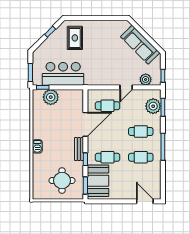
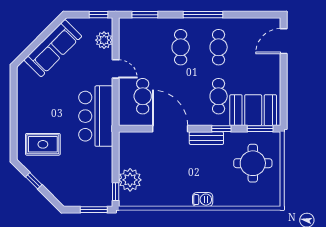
bar counter: (63, 74) -> (96, 116), moved
plant: (153, 106) -> (143, 29), removed

